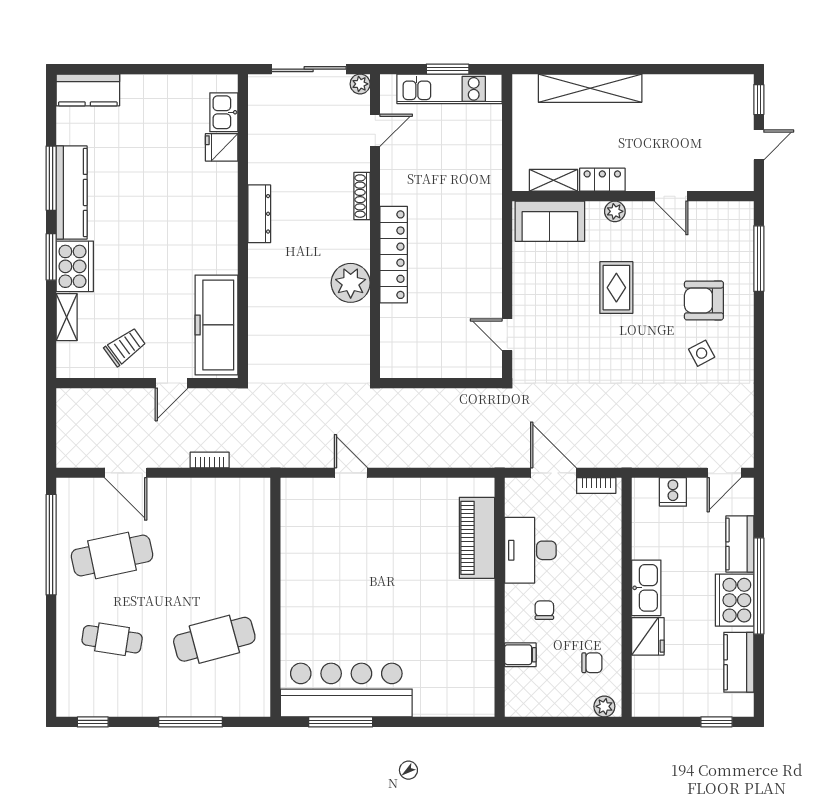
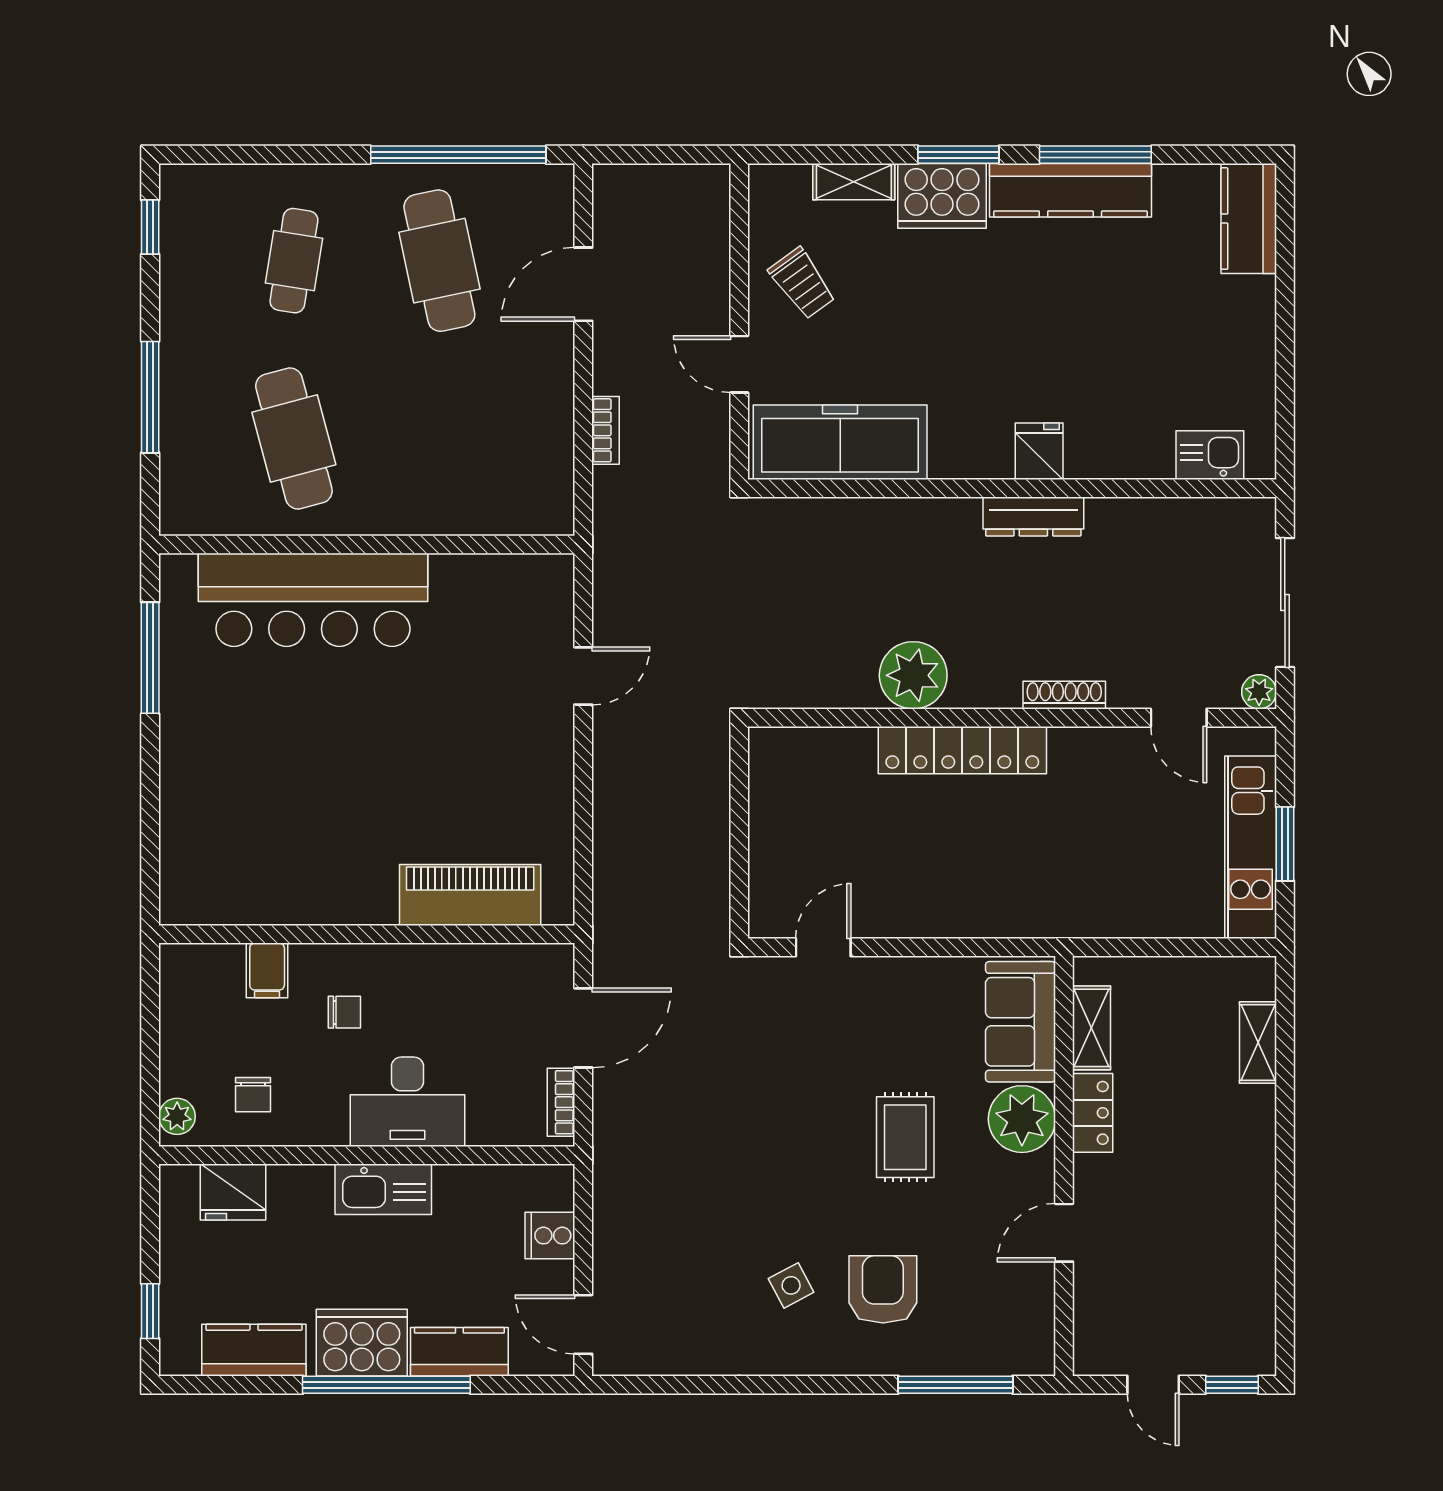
shelving: (590, 88) -> (1258, 1042), width x0.45, depth x0.75
fridge: (222, 147) -> (1039, 451), moved
plant: (615, 211) -> (1022, 1119), width x1.88, depth x1.88
rug: (616, 288) -> (905, 1137), turned 90
desk: (530, 550) -> (407, 1102), moved, turned 180
fridge: (648, 636) -> (233, 1192), moved
bar counter: (346, 690) -> (313, 600), moved, turned 90

